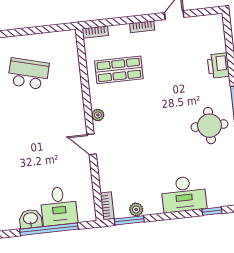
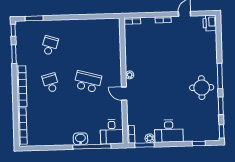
printer: (218, 66) -> (210, 23), moved
shop shelf: (119, 70) -> (146, 47), removed
school desk: (28, 74) -> (88, 82), moved
desk: (184, 194) -> (169, 131), moved
desk: (59, 206) -> (112, 132), moved

